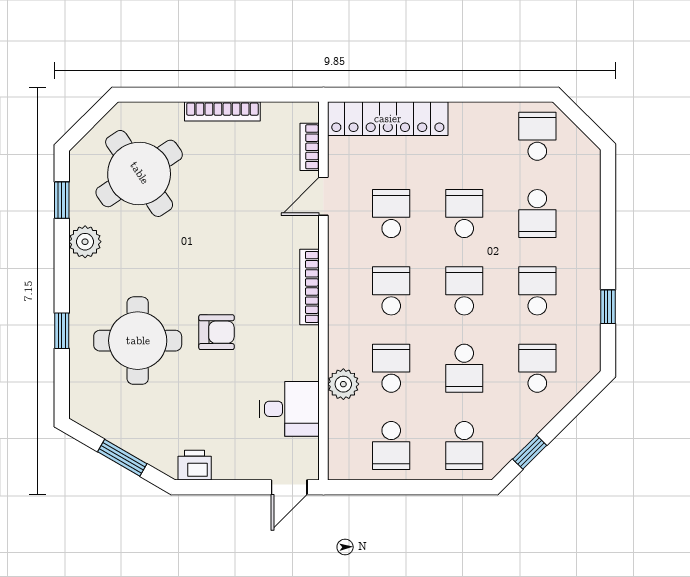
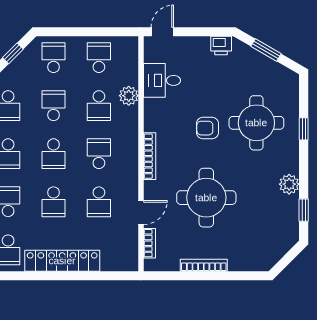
locker: (388, 119) -> (62, 261), moved
round table: (139, 173) -> (206, 198), moved, turned 34
school desk: (391, 291) -> (99, 154), turned 180

